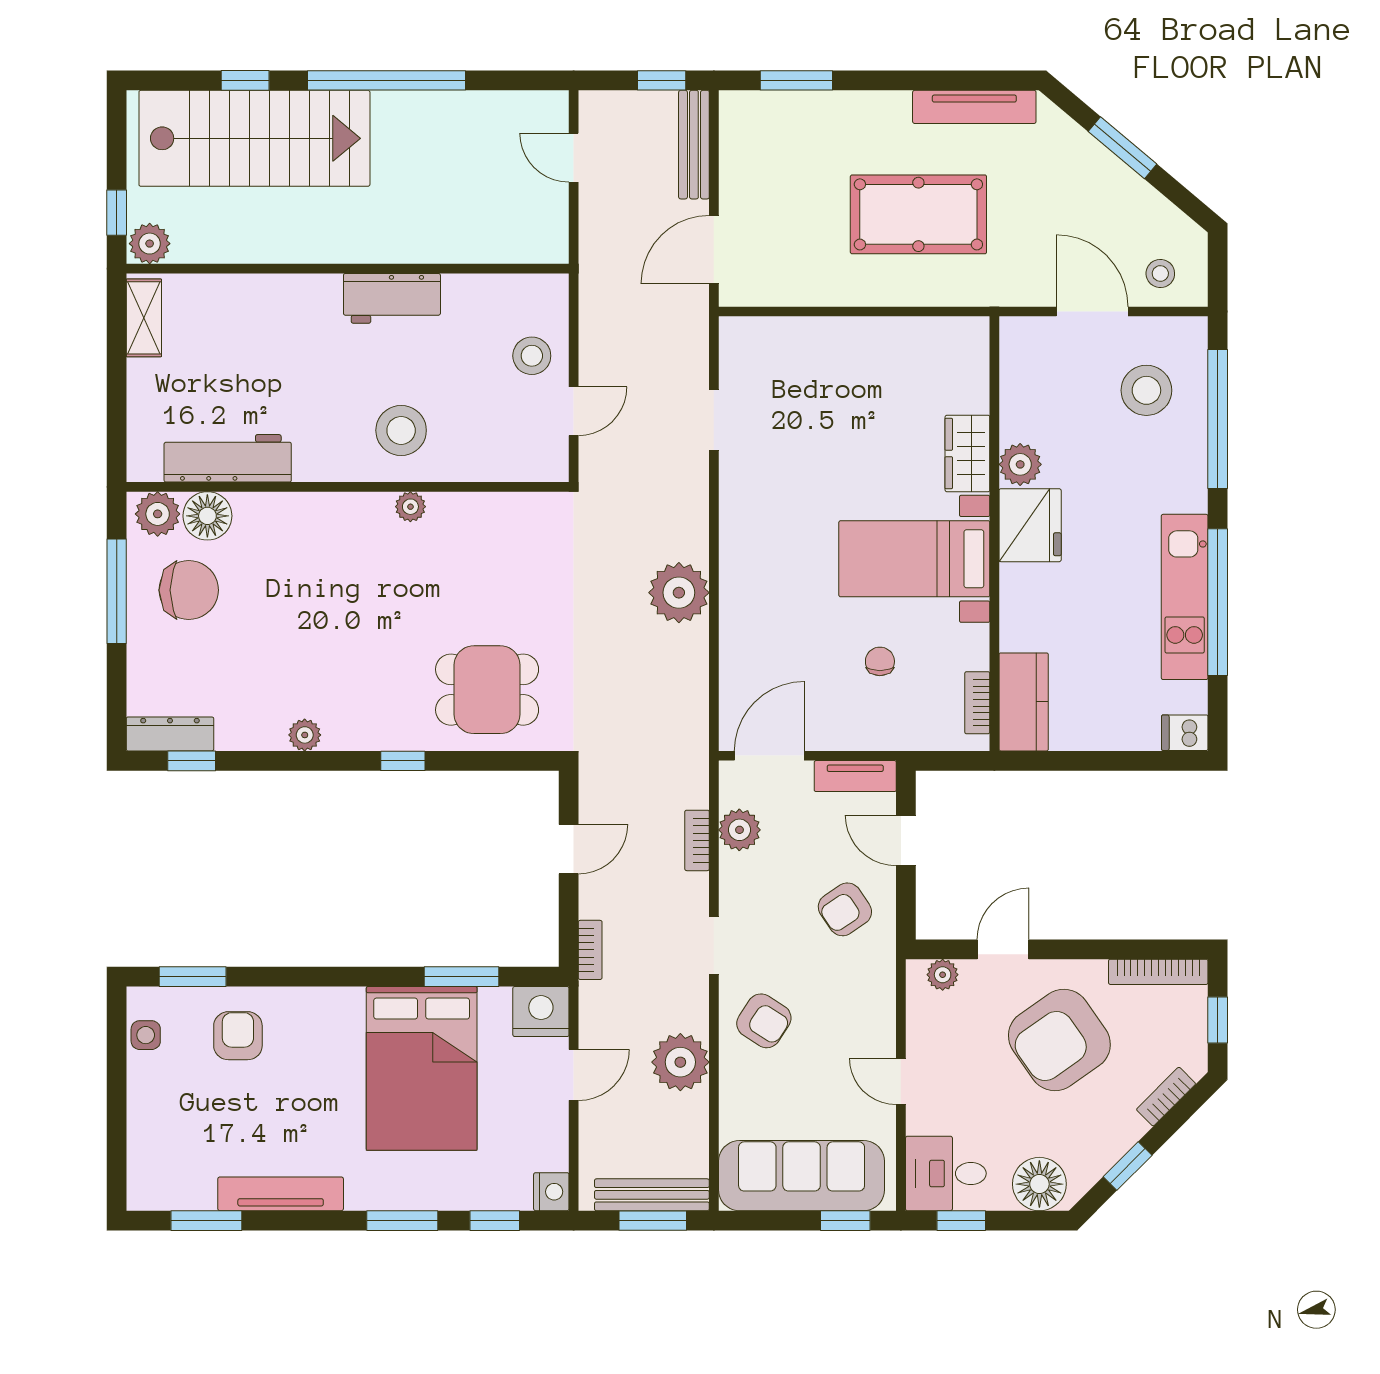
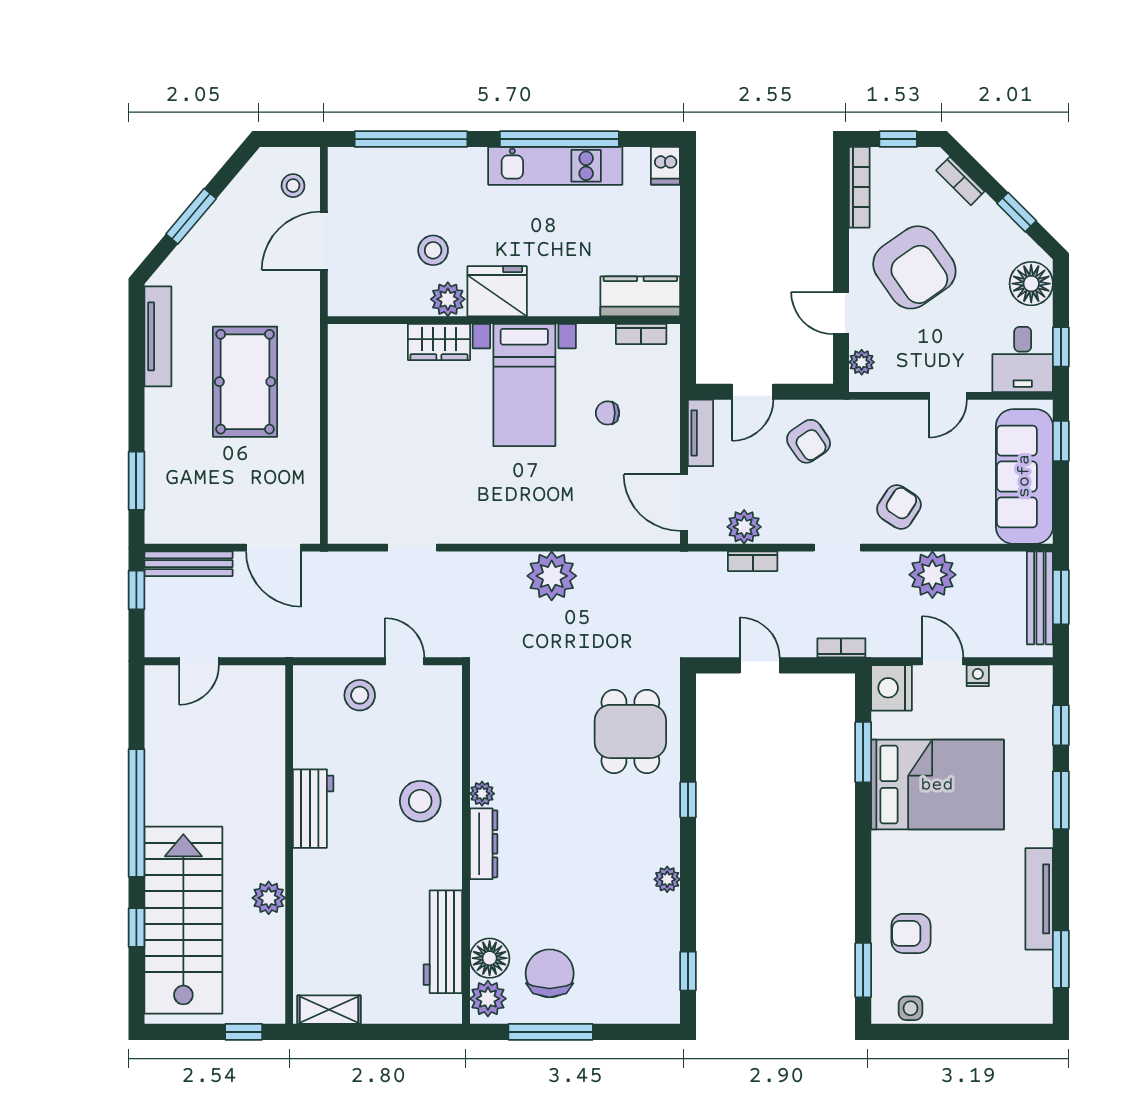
plant: (150, 244) -> (269, 898), moved
stool: (1146, 390) -> (433, 250), moved, width x0.73, depth x0.73
dresser: (170, 734) -> (484, 844), moved, turned 180
nightstand: (551, 1192) -> (978, 676), moved, width x0.72, depth x0.74

